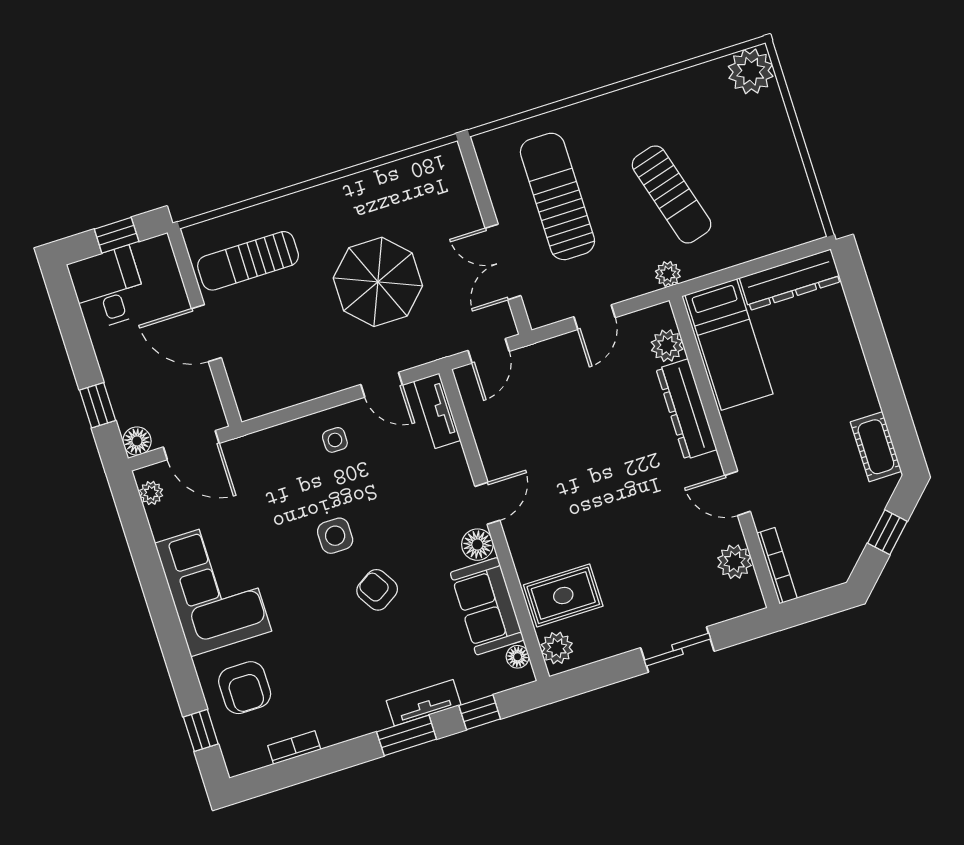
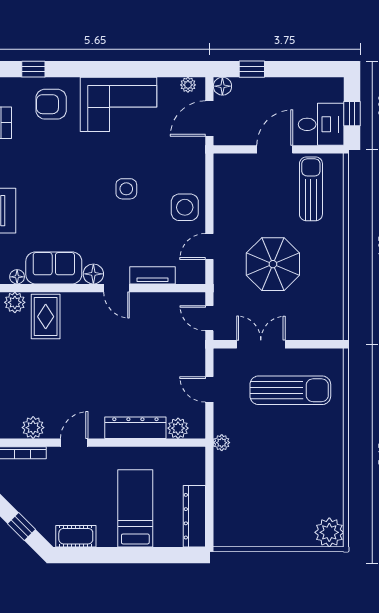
sun lounger: (672, 194) -> (269, 460), removed
desk: (108, 288) -> (321, 124), moved
bed: (729, 345) -> (135, 508), moved, turned 90
tv unit: (437, 411) -> (153, 275), moved
side table: (335, 440) -> (185, 207), width x1.87, depth x1.87
armchair: (377, 590) -> (85, 204), removed

